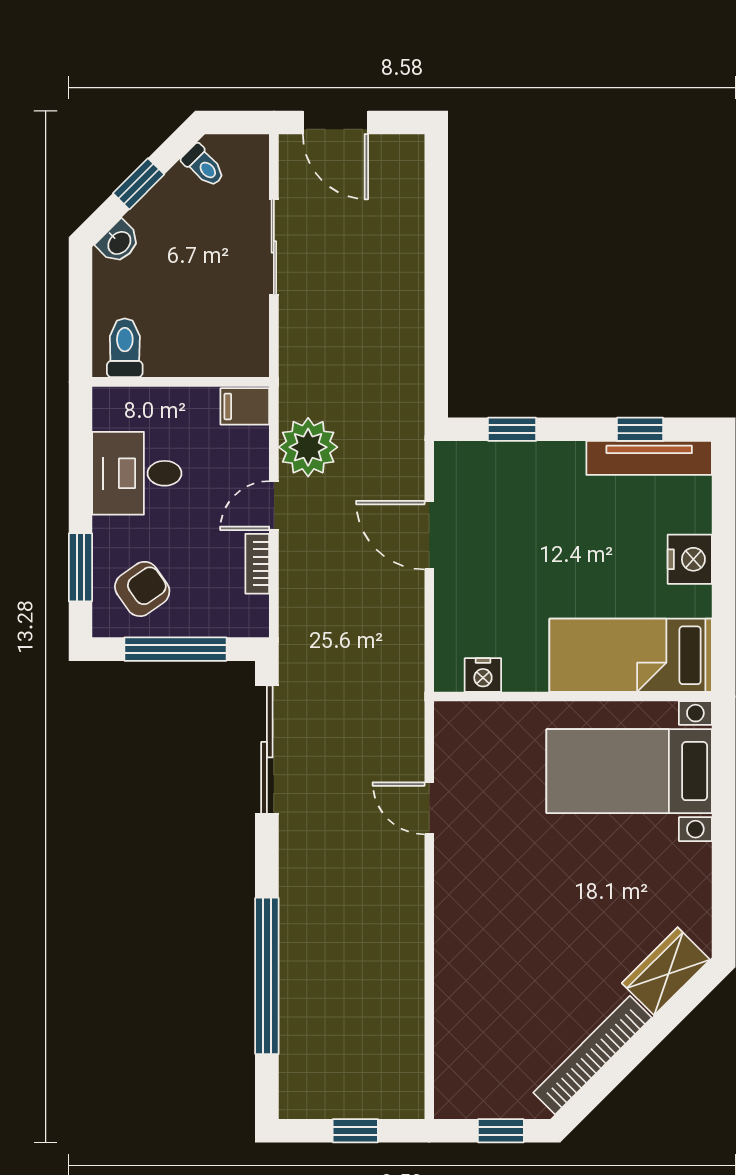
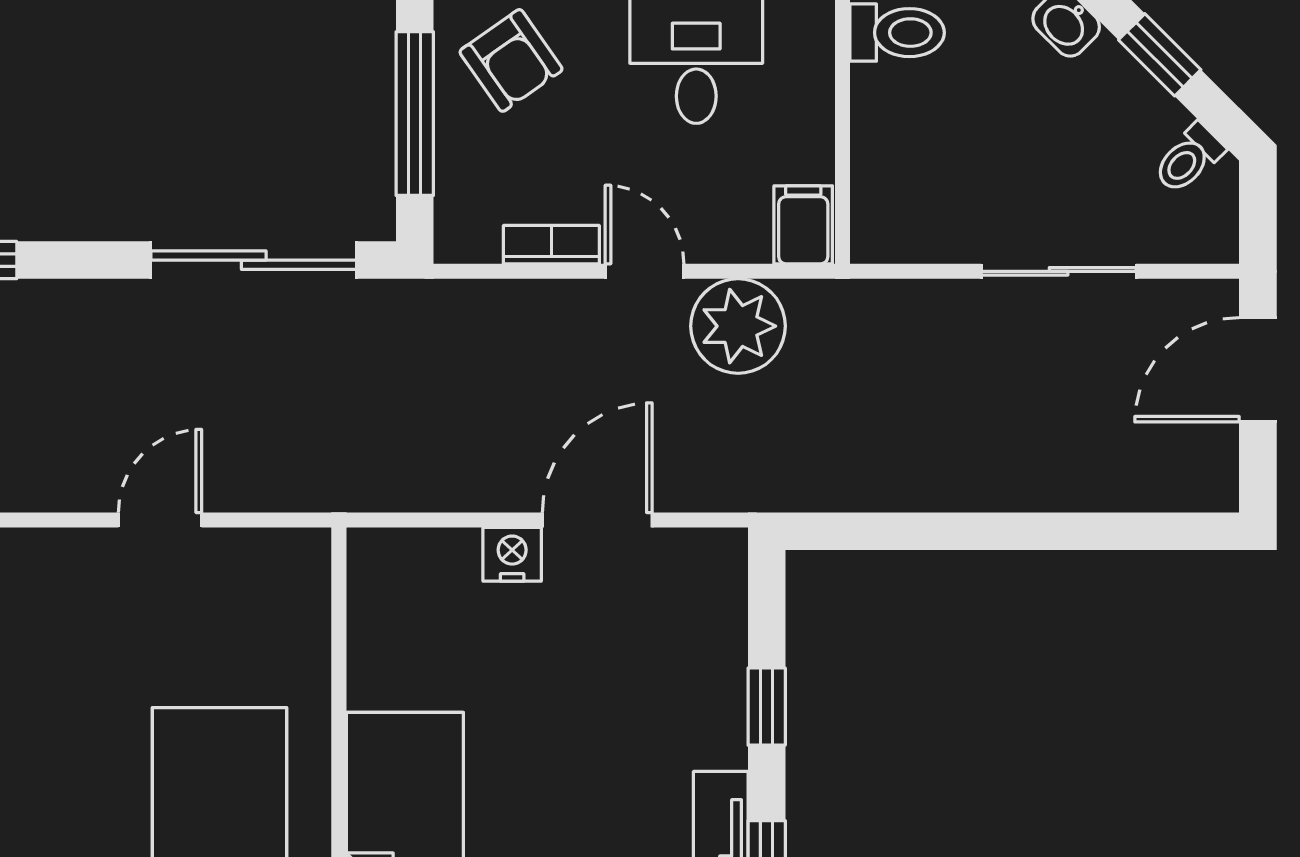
window: (512, 429) -> (767, 707), moved
nightstand: (483, 675) -> (512, 554), moved, turned 90

